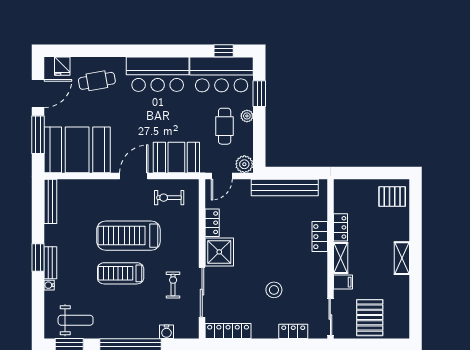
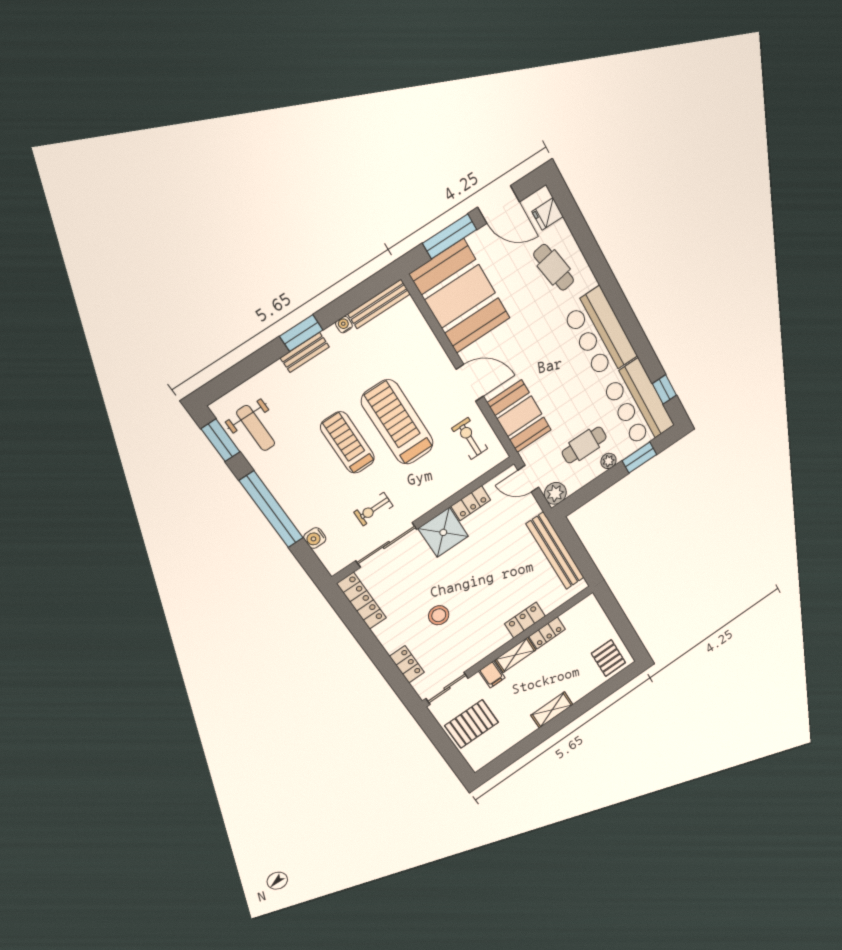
water cooler: (49, 285) -> (344, 325), moved
exercise bike: (173, 285) -> (373, 509), turned 180

